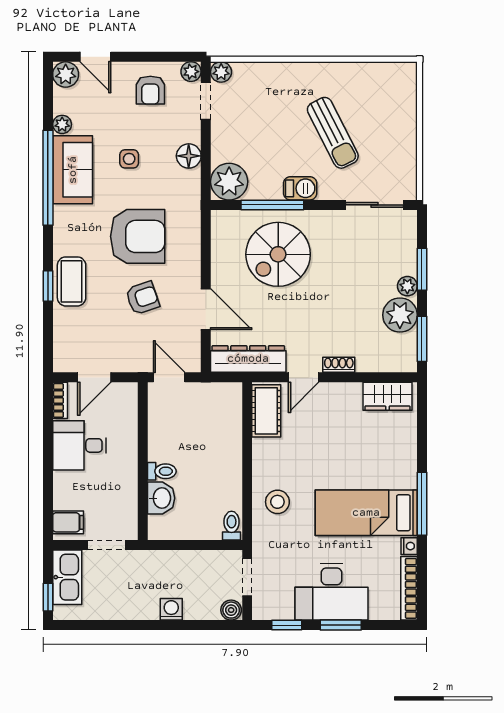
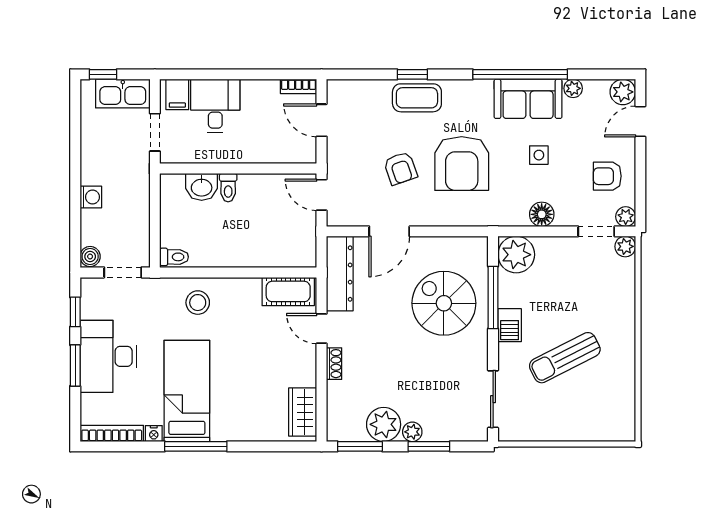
door: (169, 377) -> (322, 195), swing flipped
desk: (80, 445) -> (215, 106), moved

